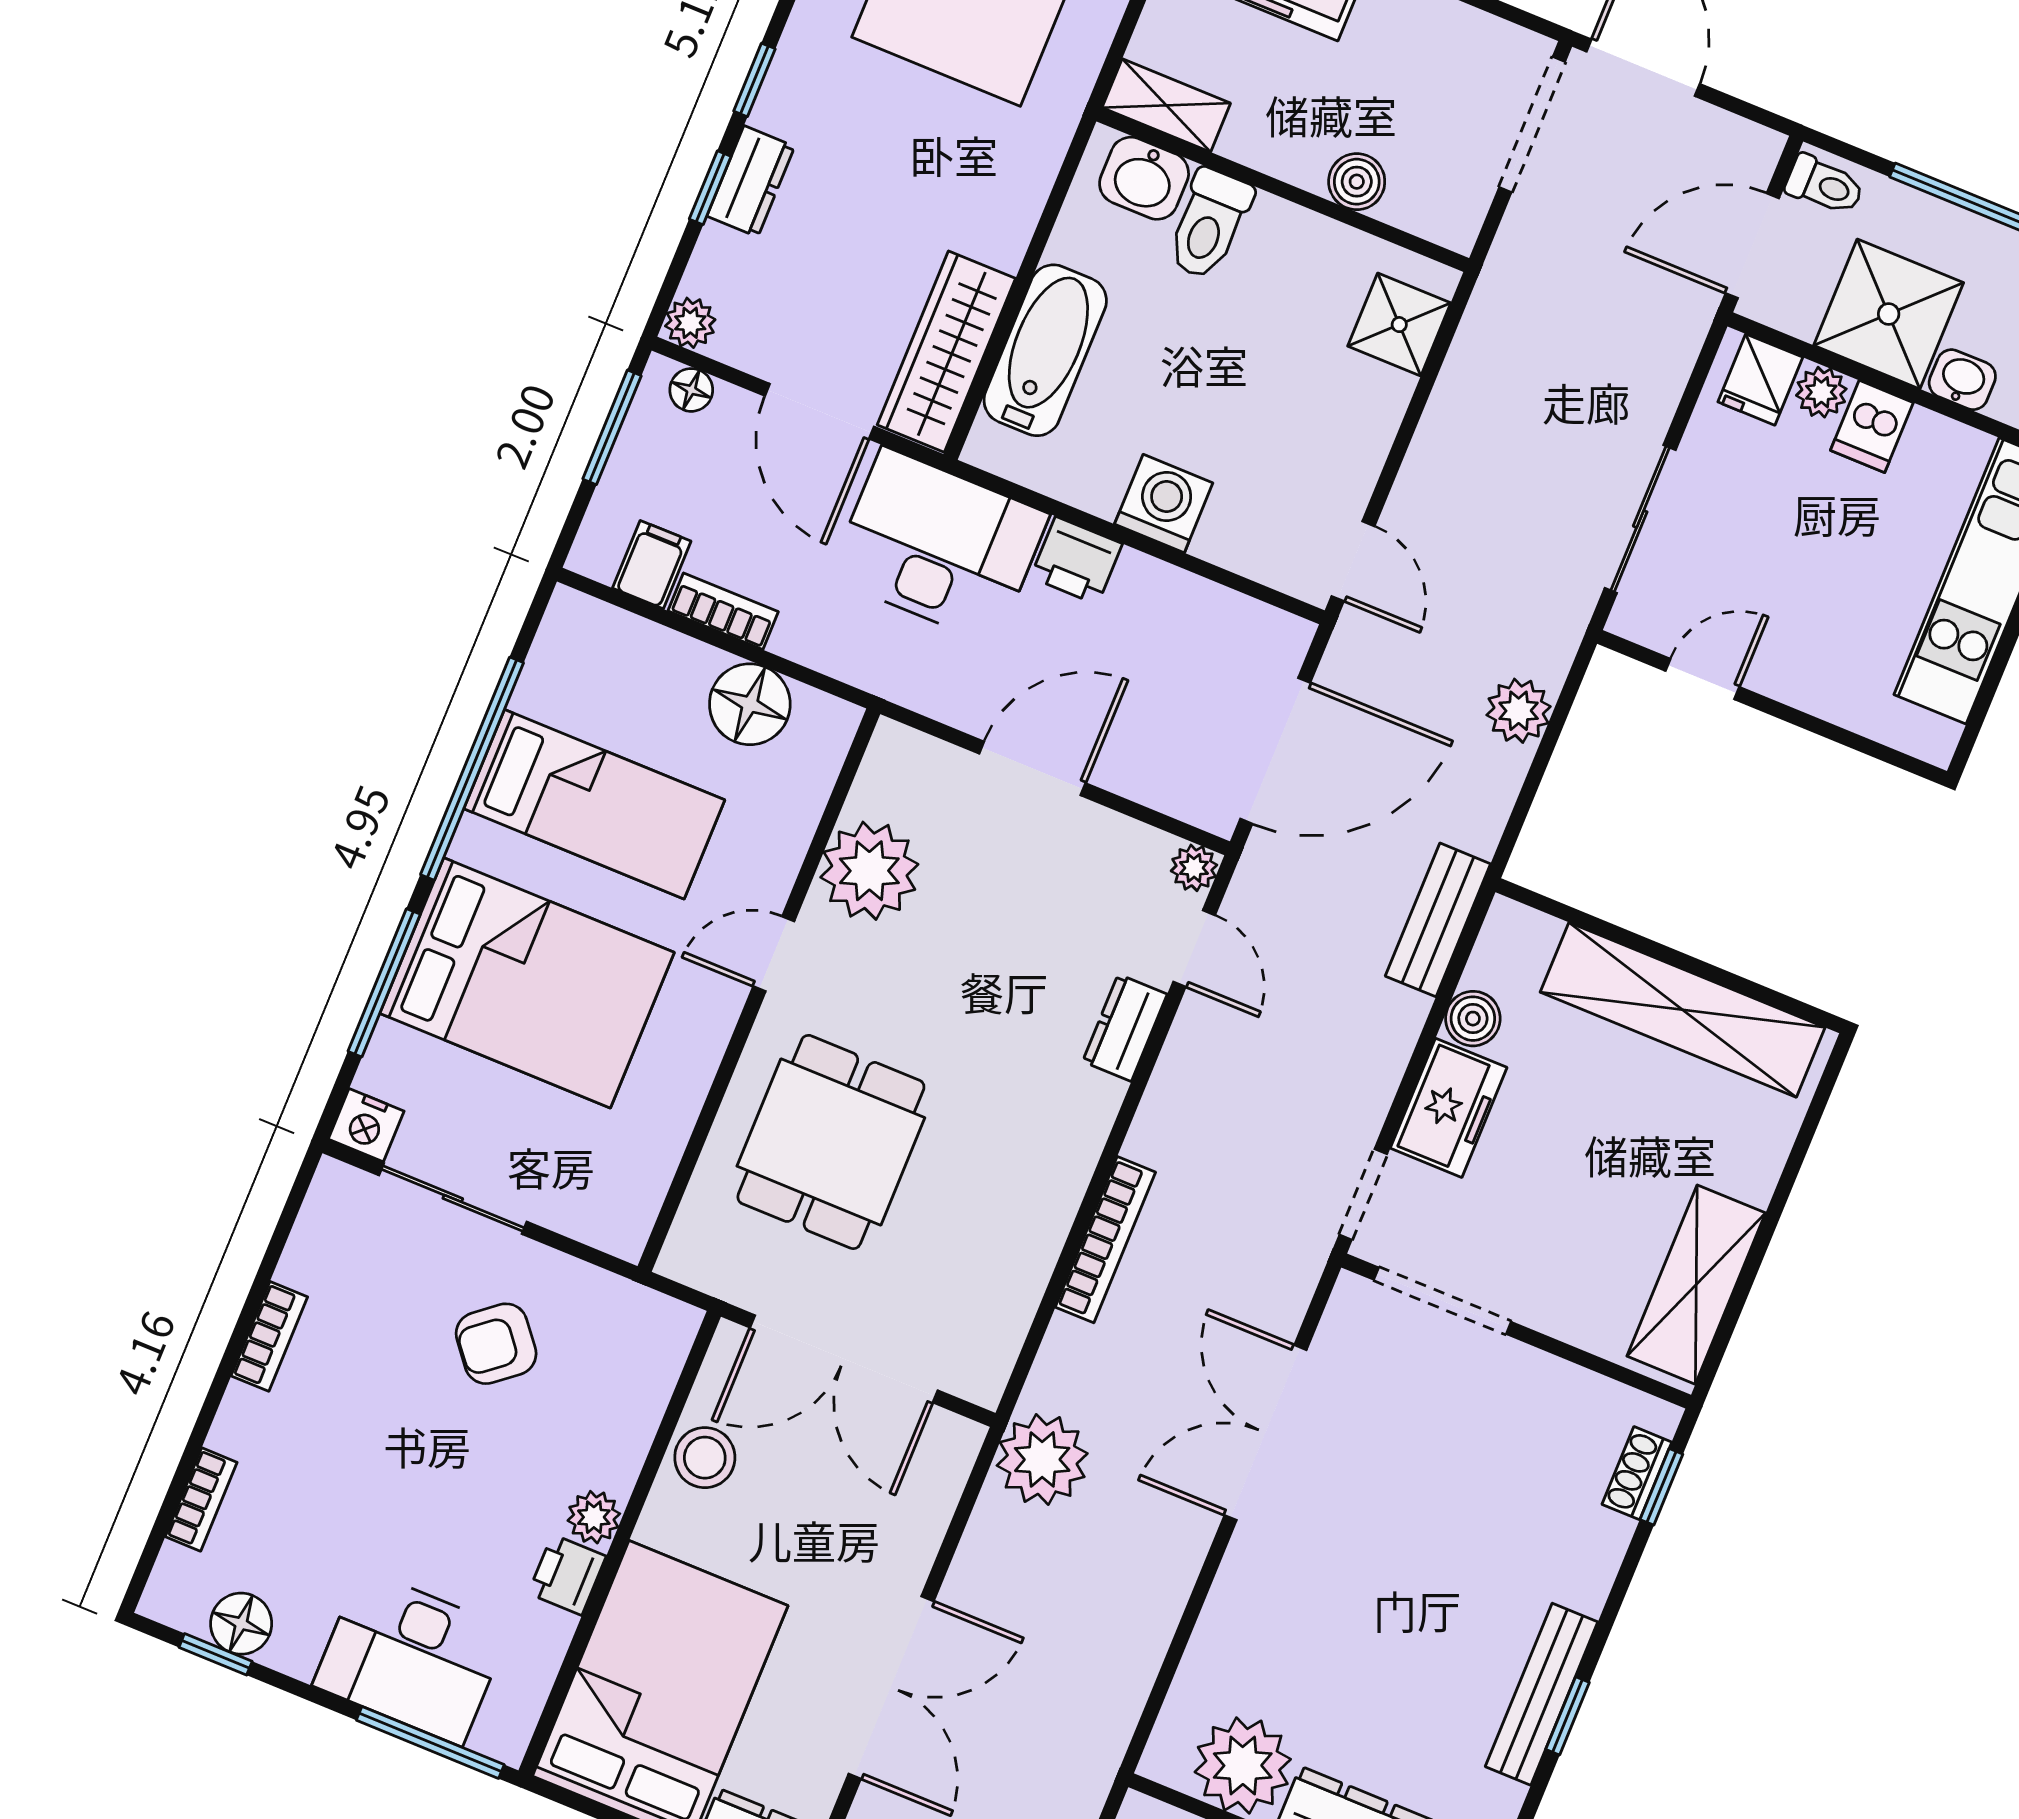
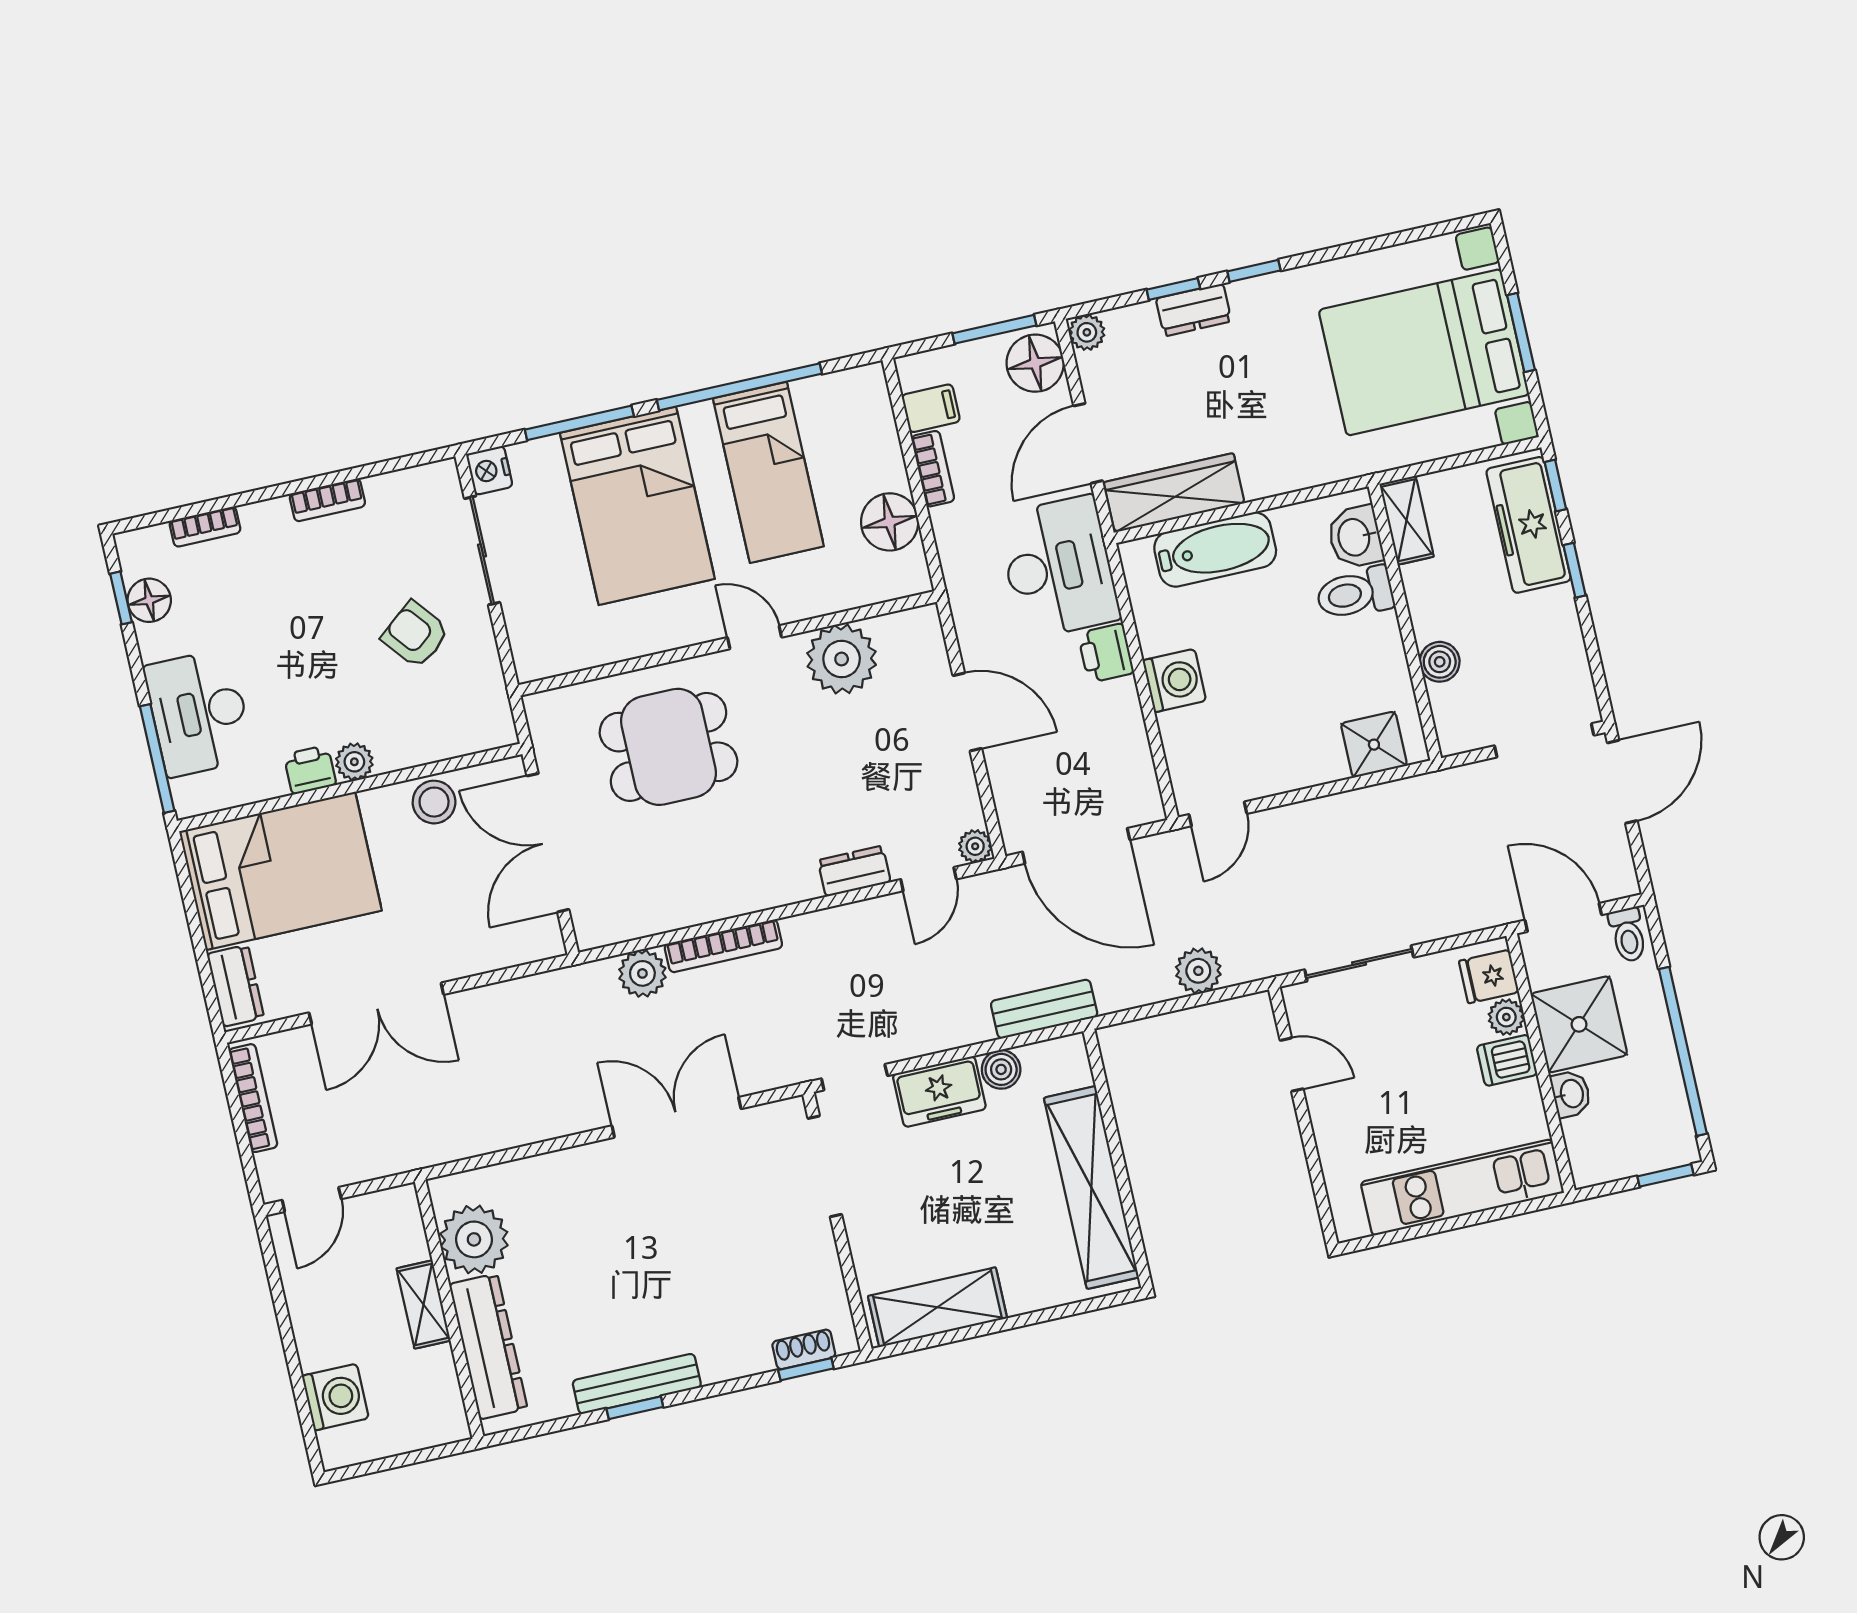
floor lamp: (691, 390) -> (1035, 363), width x1.89, depth x1.89
plant: (1042, 1459) -> (642, 973), moved, width x0.73, depth x0.73

